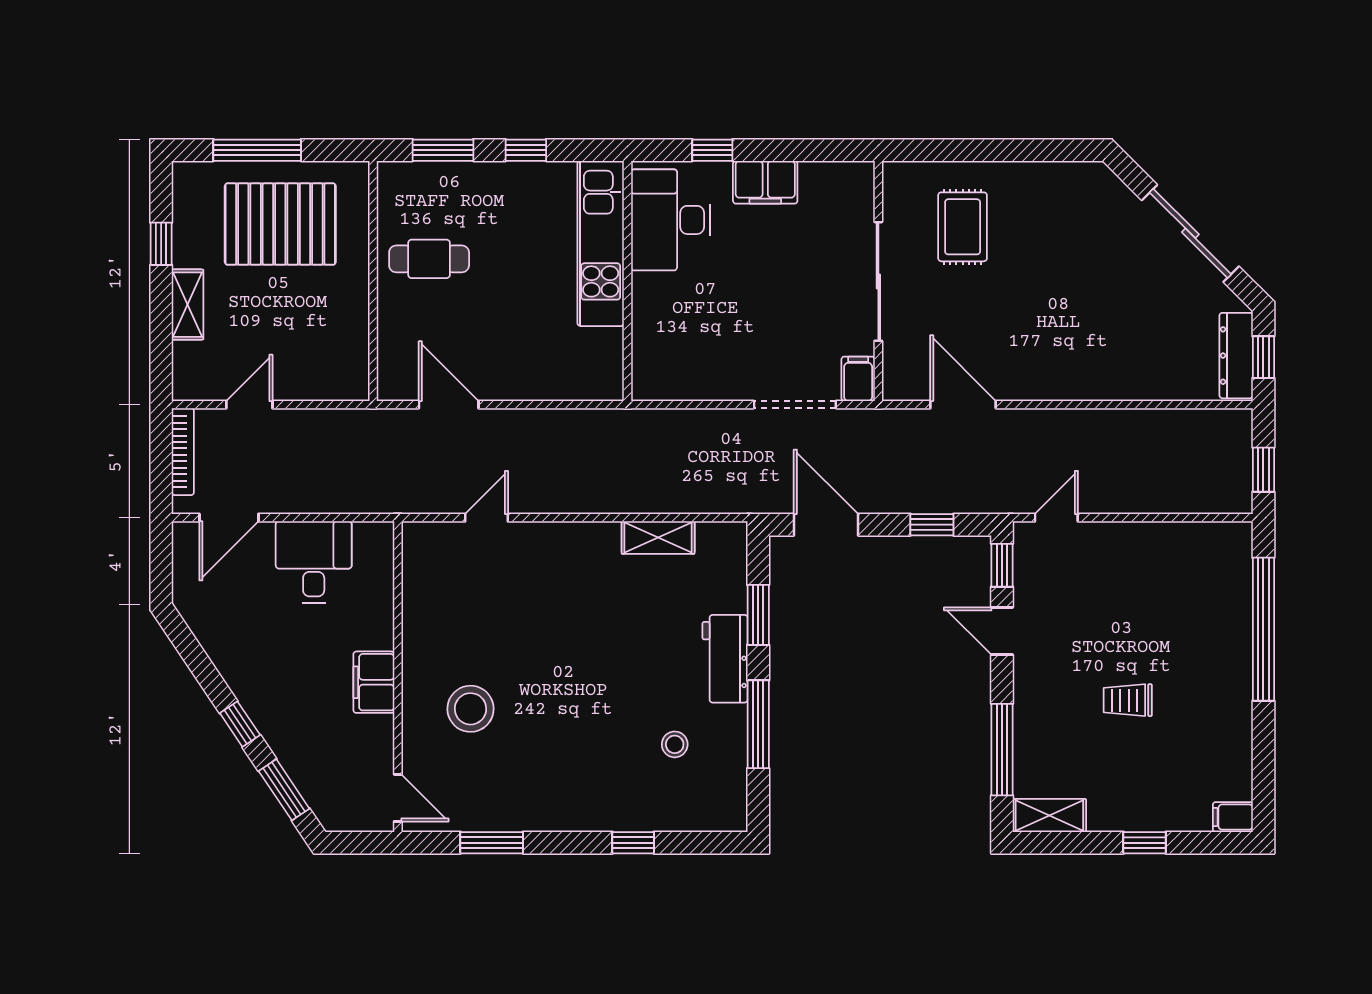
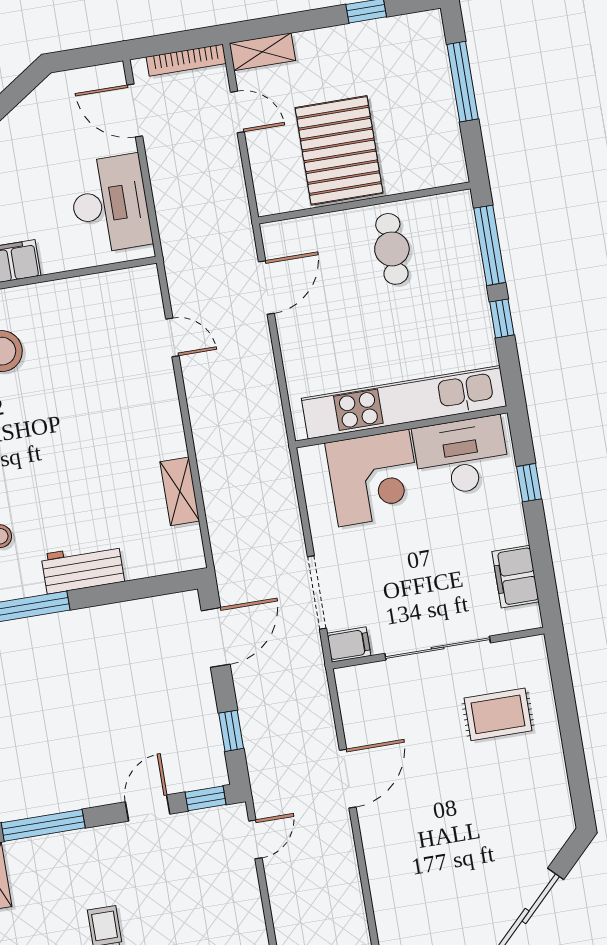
window: (443, 150) -> (490, 245), width x1.44
filing cabinet: (765, 182) -> (516, 577), moved
pallet: (280, 224) -> (339, 150), moved
kitchen unit: (601, 243) -> (404, 402), width x1.36
shelving: (188, 305) -> (262, 52), moved
corner desk: (679, 321) -> (374, 478), added
door: (963, 405) -> (348, 779), moved
door: (1056, 518) -> (255, 839), hinge flipped
desk: (314, 562) -> (110, 204), width x1.37
window: (758, 615) -> (126, 591), removed

